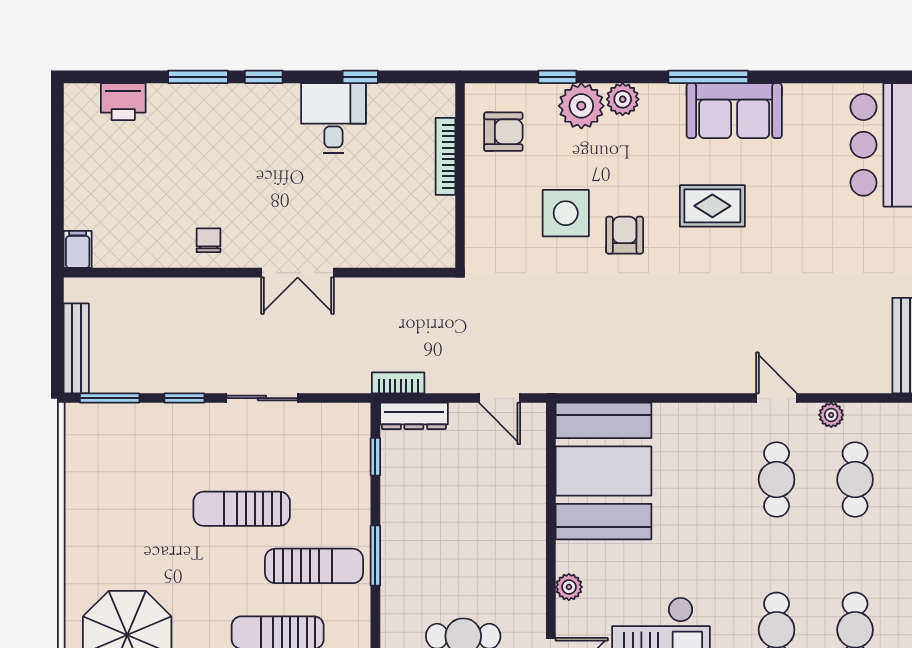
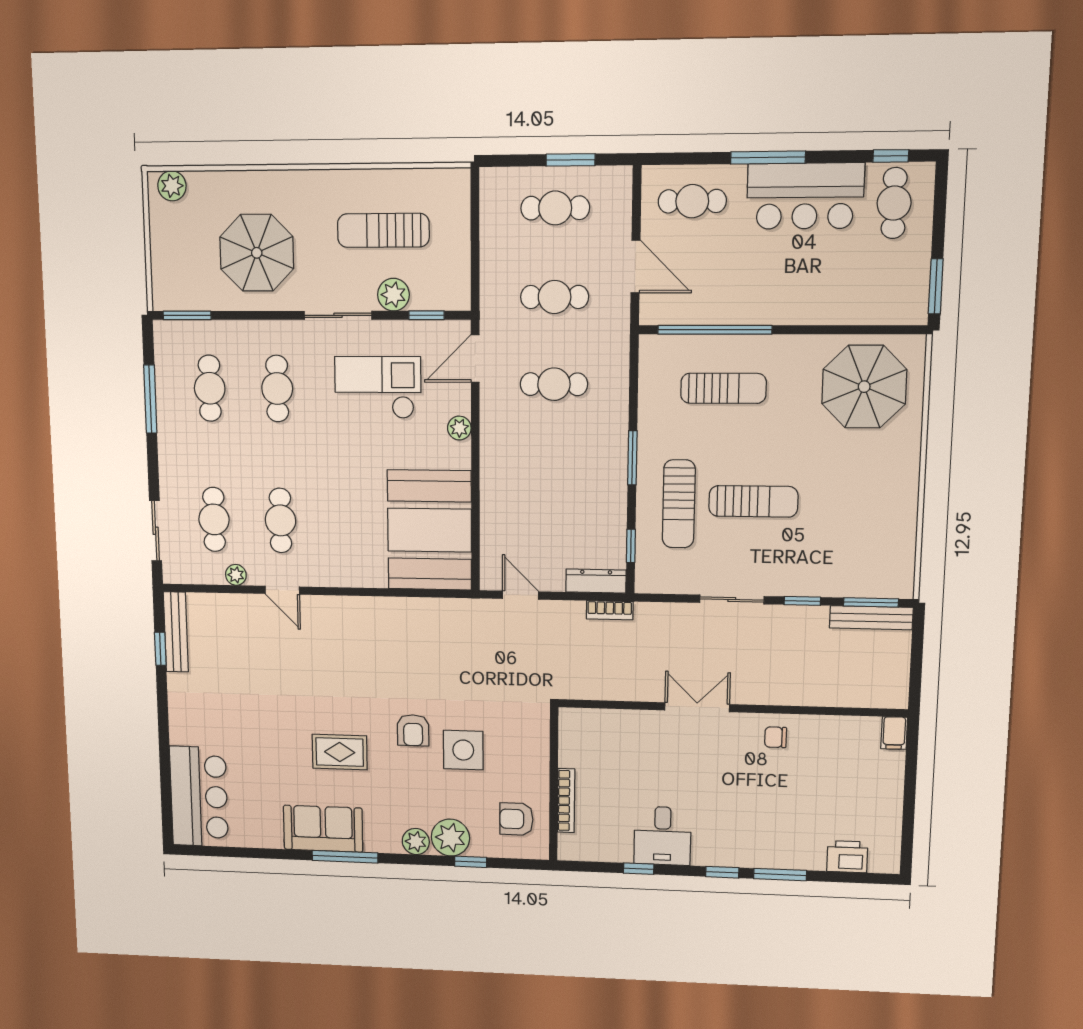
chair: (209, 240) -> (776, 737), turned 90
bench: (76, 348) -> (871, 618), moved, turned 90
sun lounger: (314, 566) -> (679, 504), moved, turned -90

